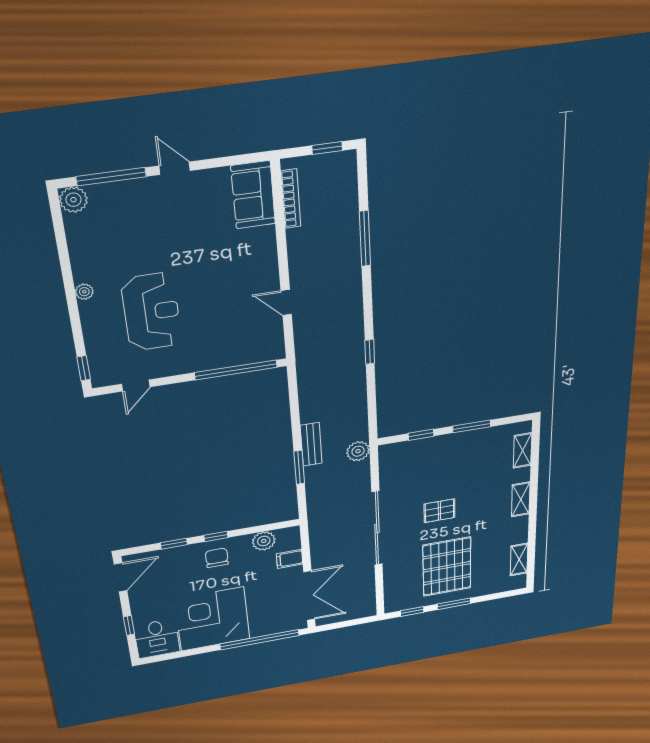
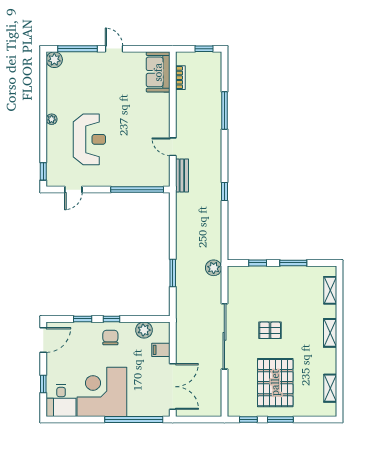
bookcase: (291, 199) -> (180, 78), width x0.64
bench: (311, 444) -> (182, 175), moved

